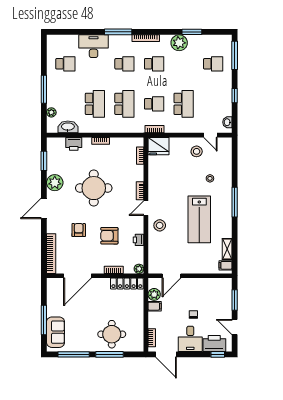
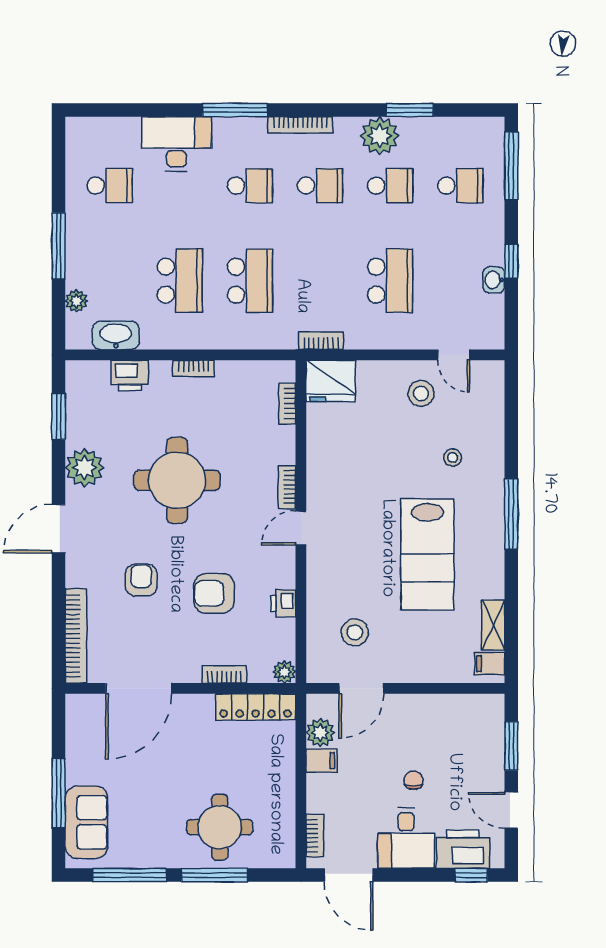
school desk: (154, 104) -> (390, 186), moved
washbasin: (227, 122) -> (494, 280), moved
stool: (160, 225) -> (355, 632), moved

